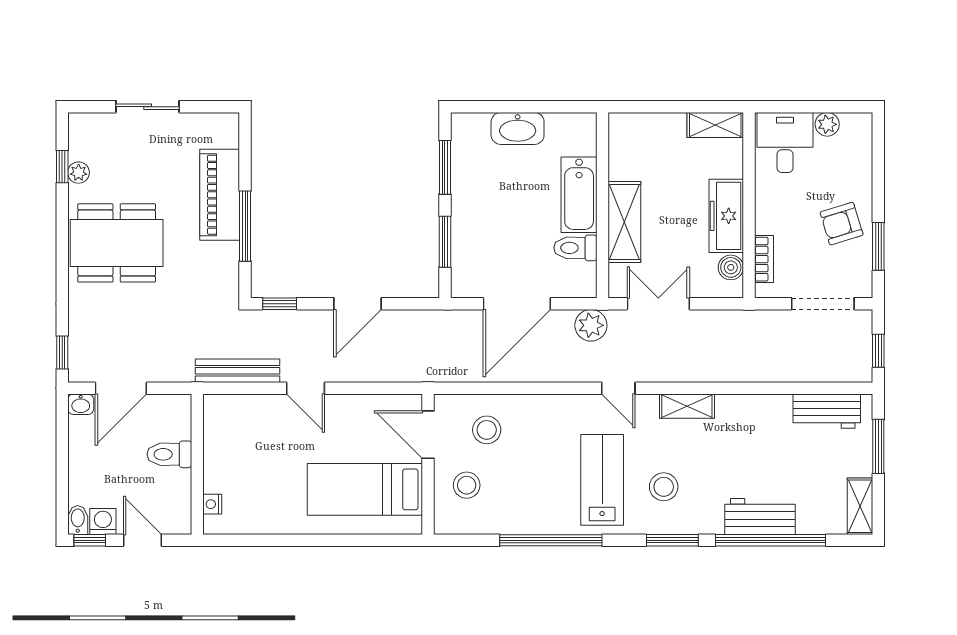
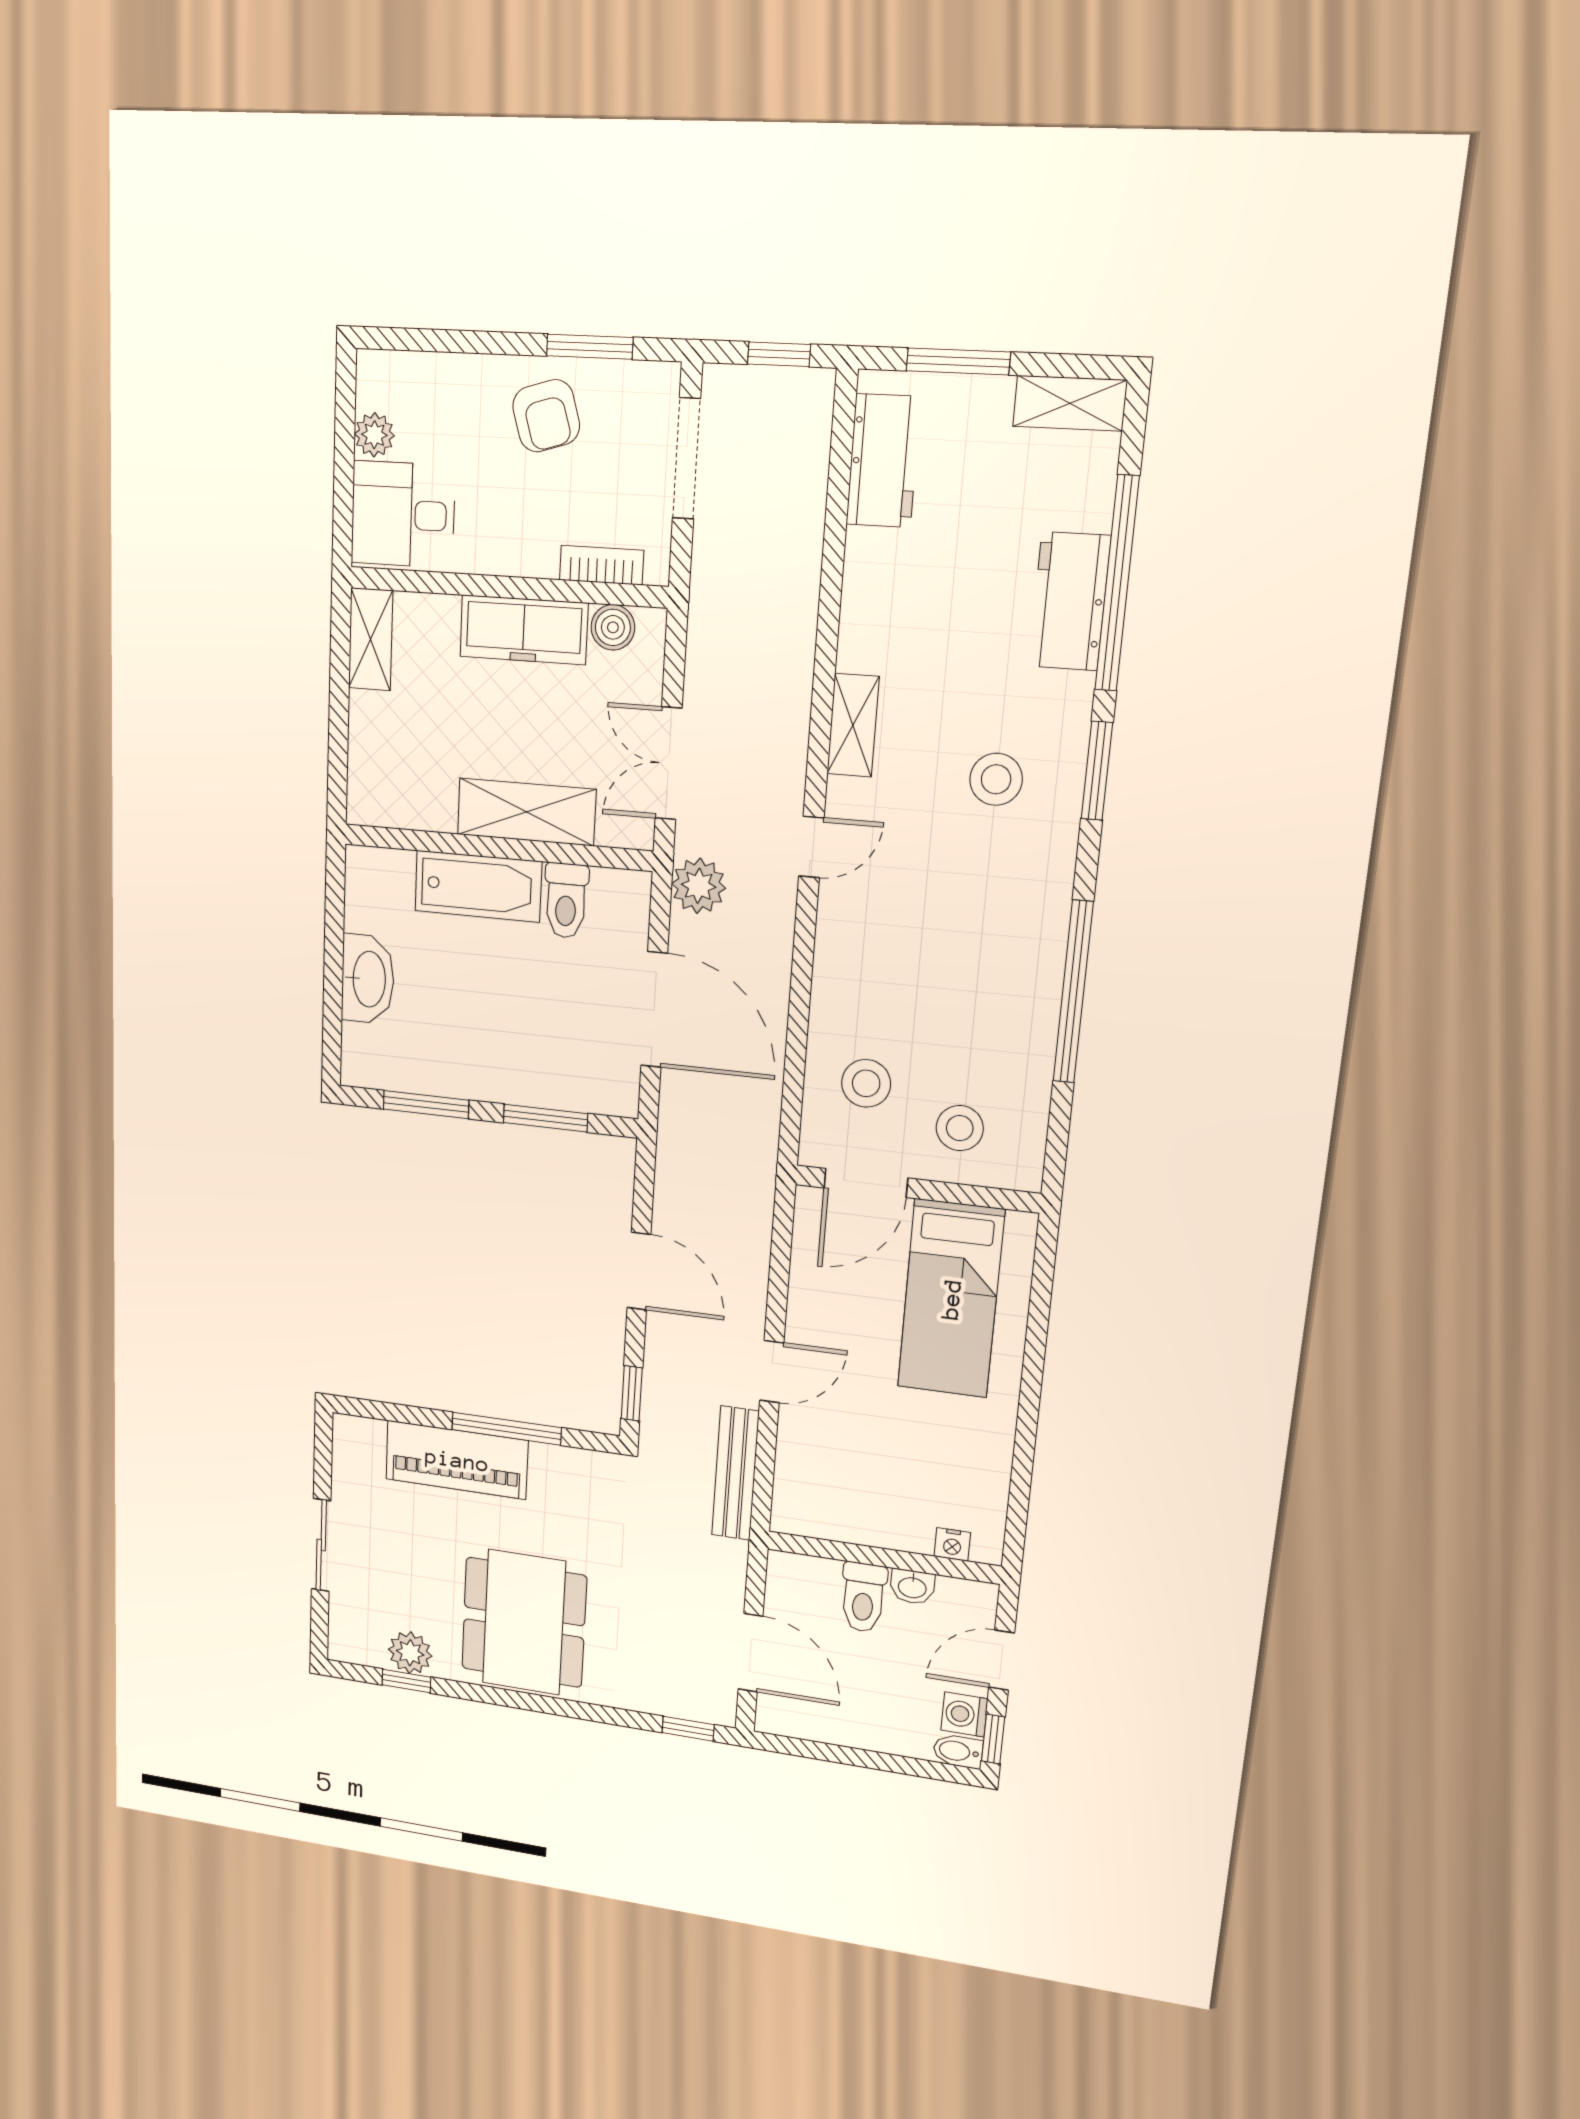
plant: (79, 173) -> (410, 1653), width x1.38, depth x1.38
washbasin: (81, 404) -> (912, 1587), moved, turned 90
lab bench: (602, 480) -> (973, 890), removed

